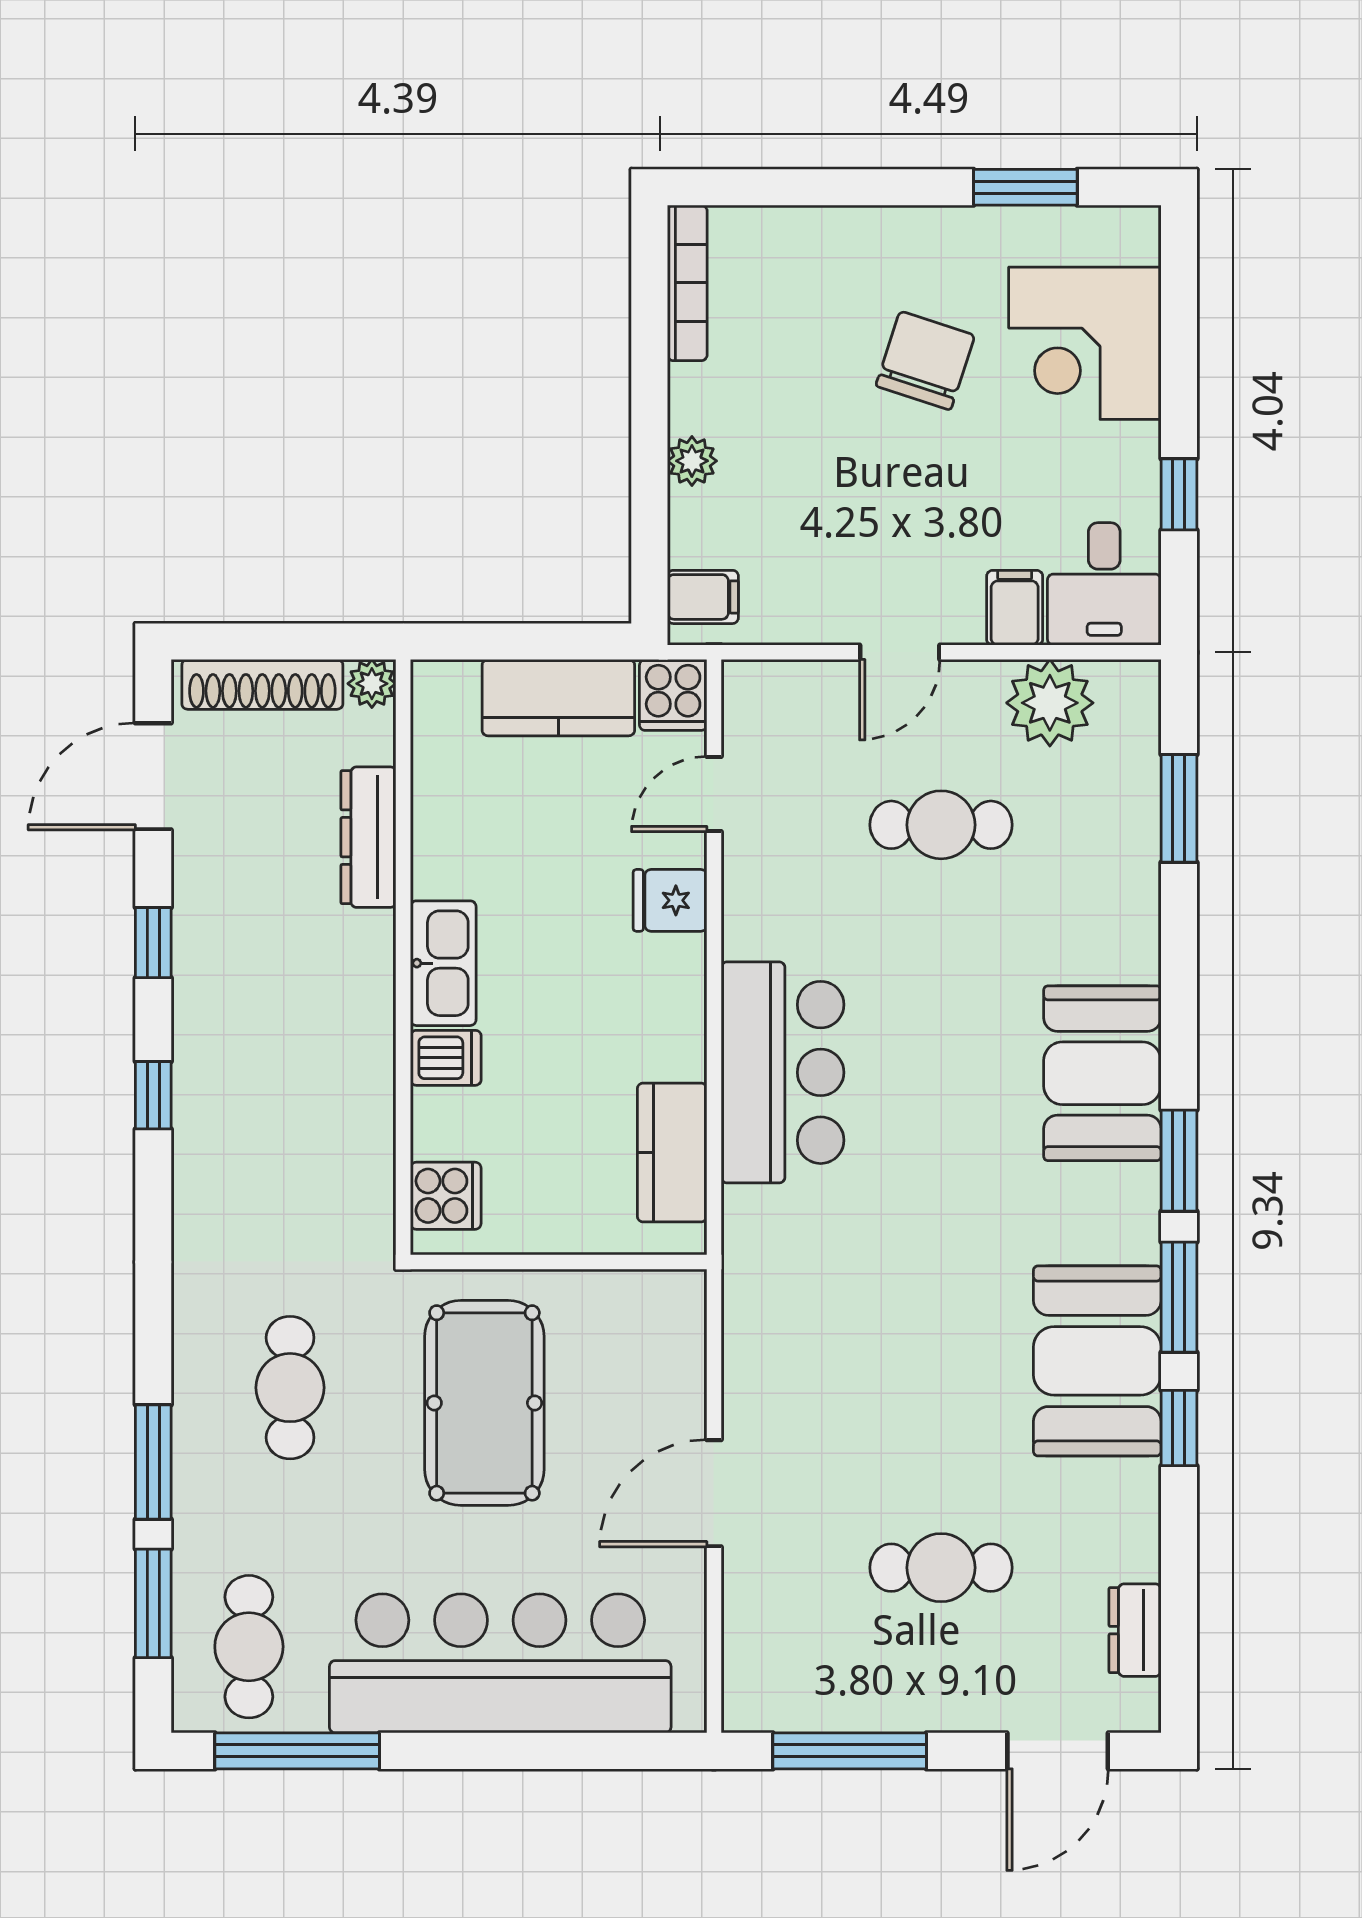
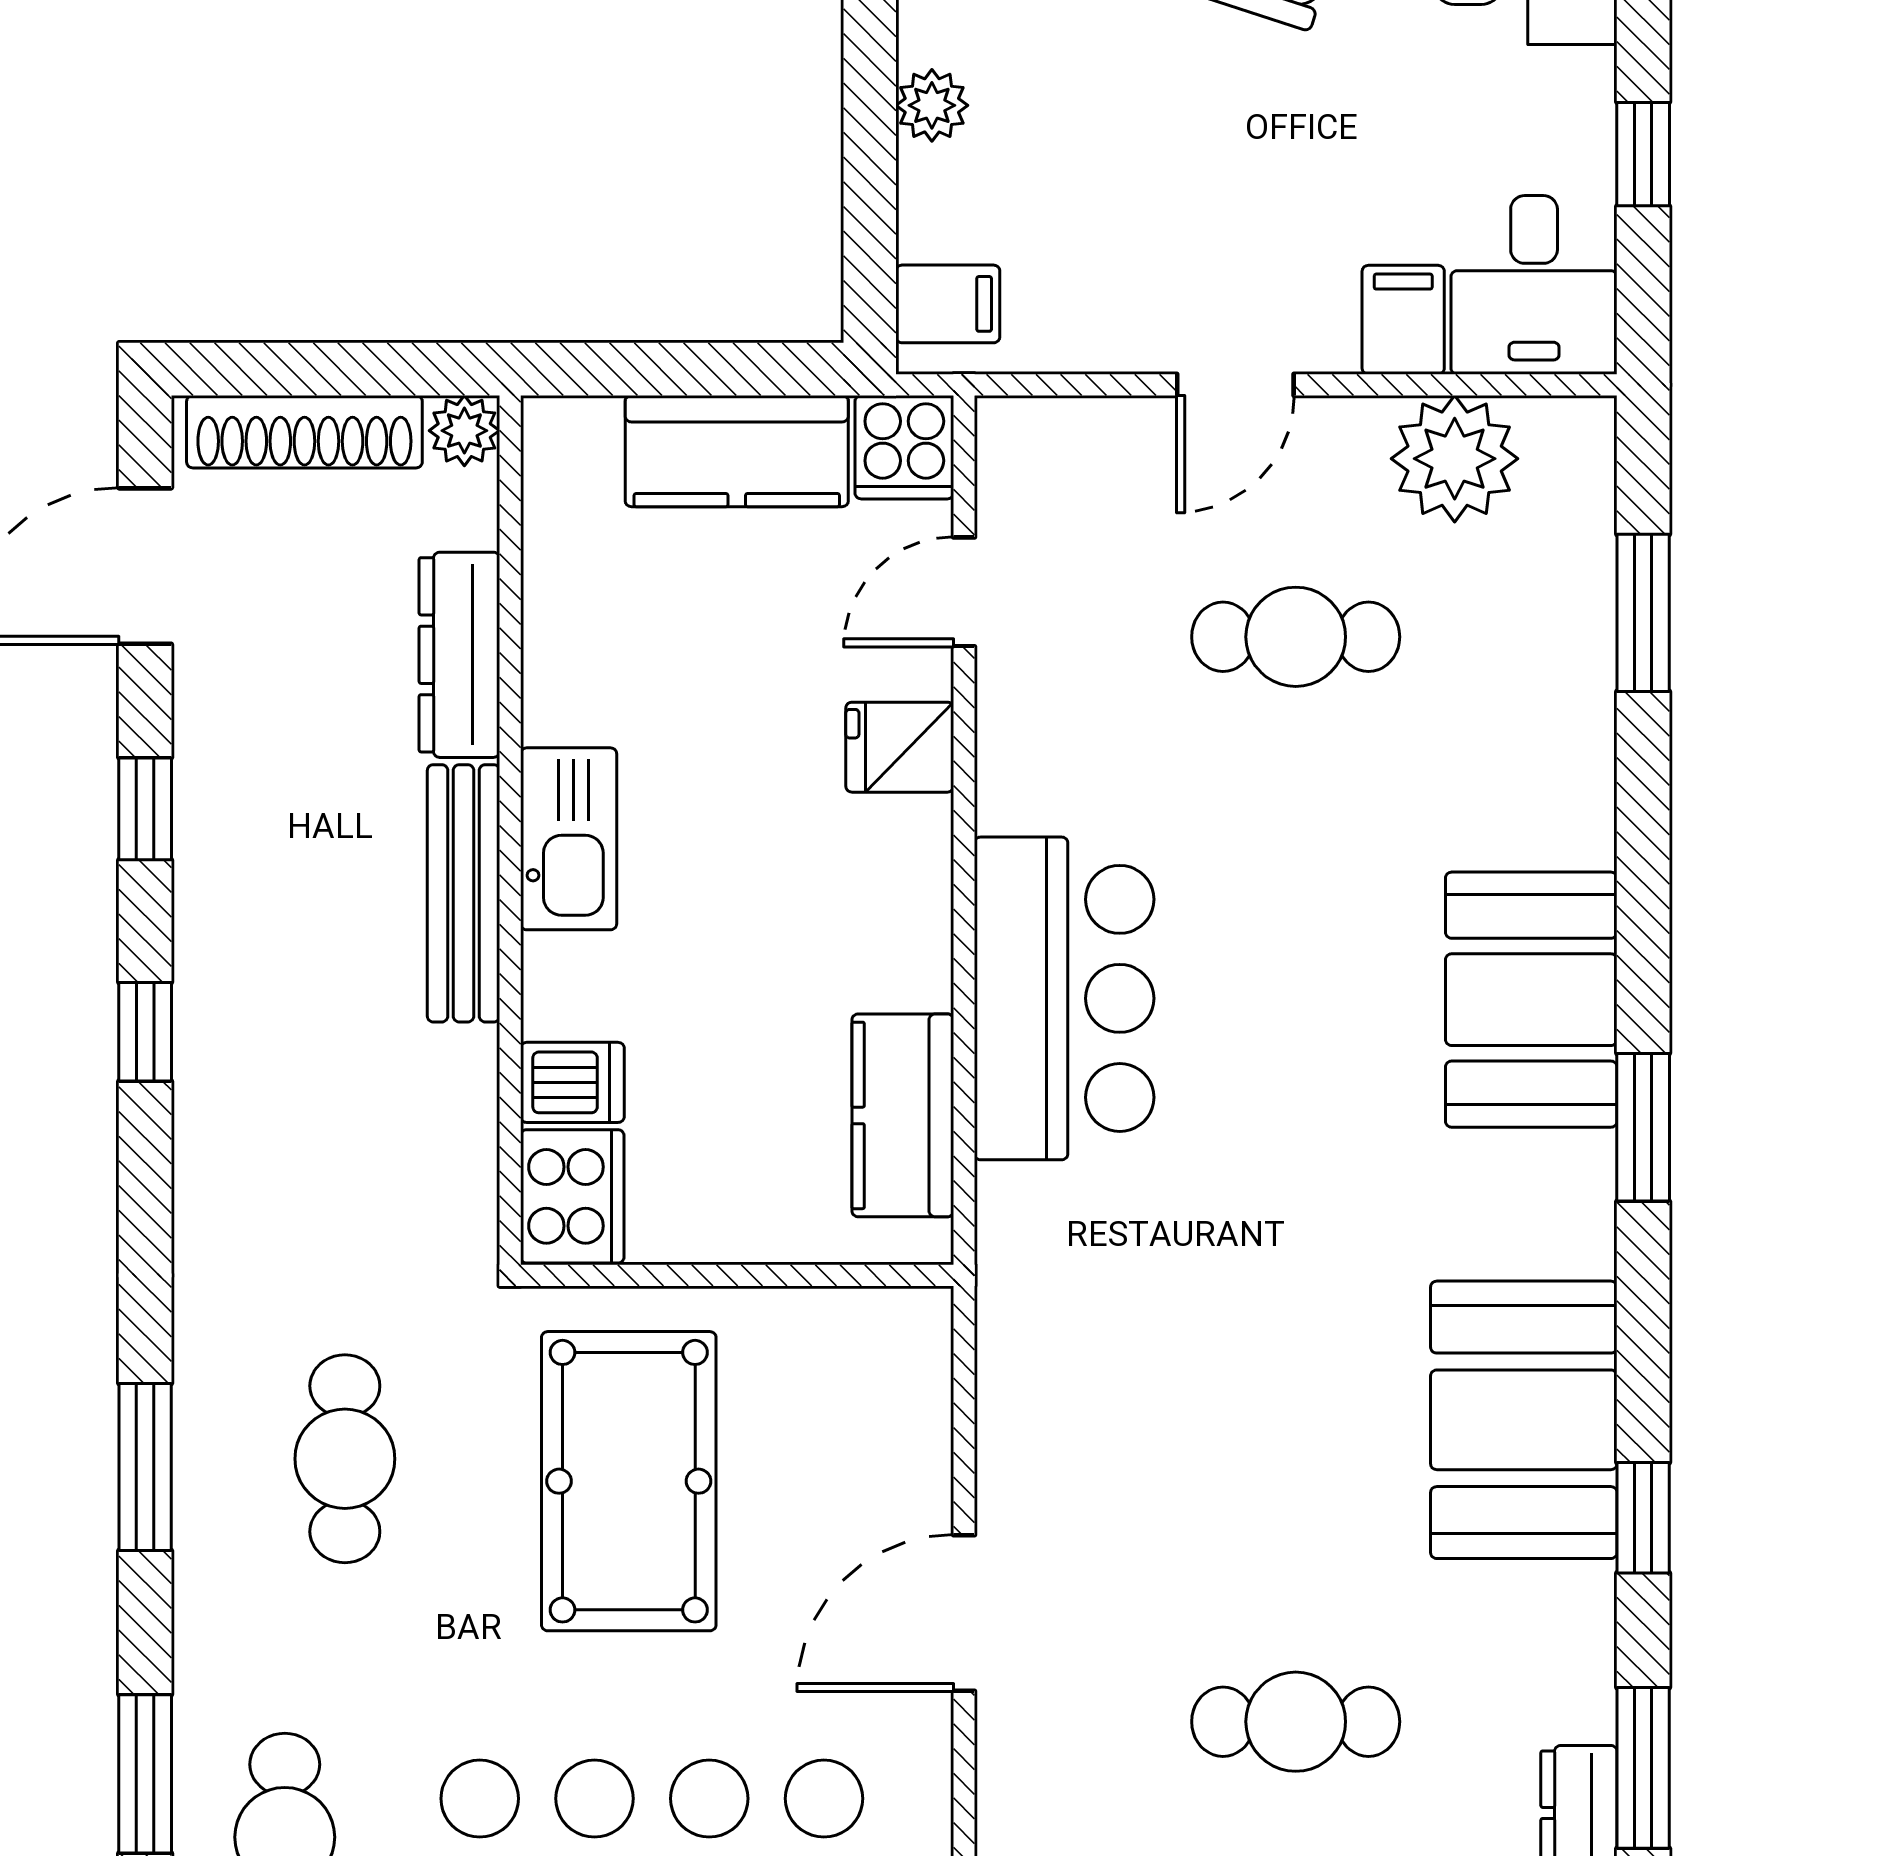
bench: (371, 1000) -> (463, 893), added
dishwasher: (446, 1058) -> (572, 1082), moved
cooker: (446, 1196) -> (572, 1196), width x1.36
window: (1179, 1297) -> (1643, 1768), moved
window: (153, 1462) -> (145, 1467), moved

